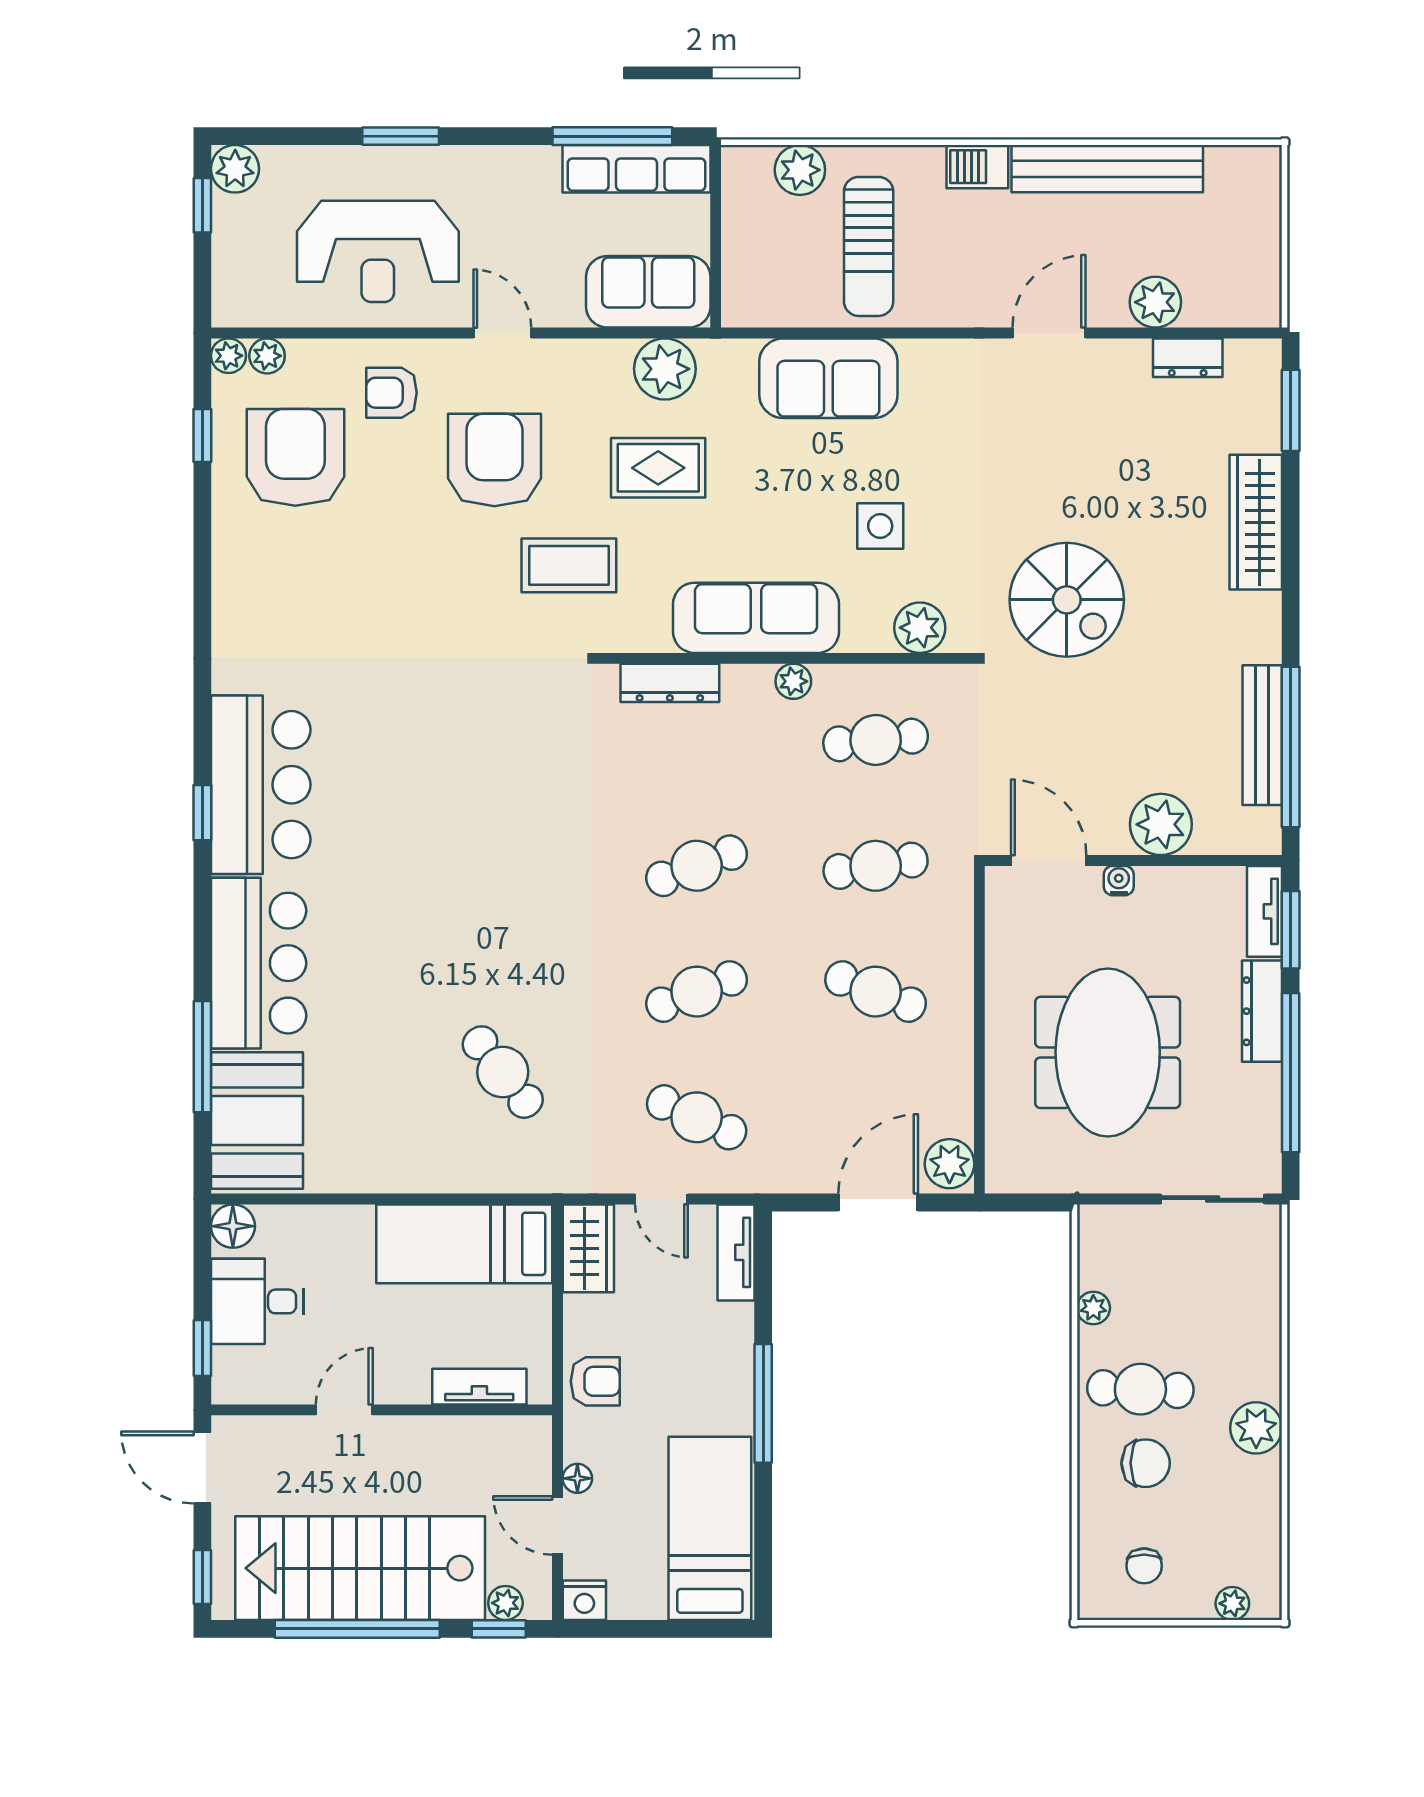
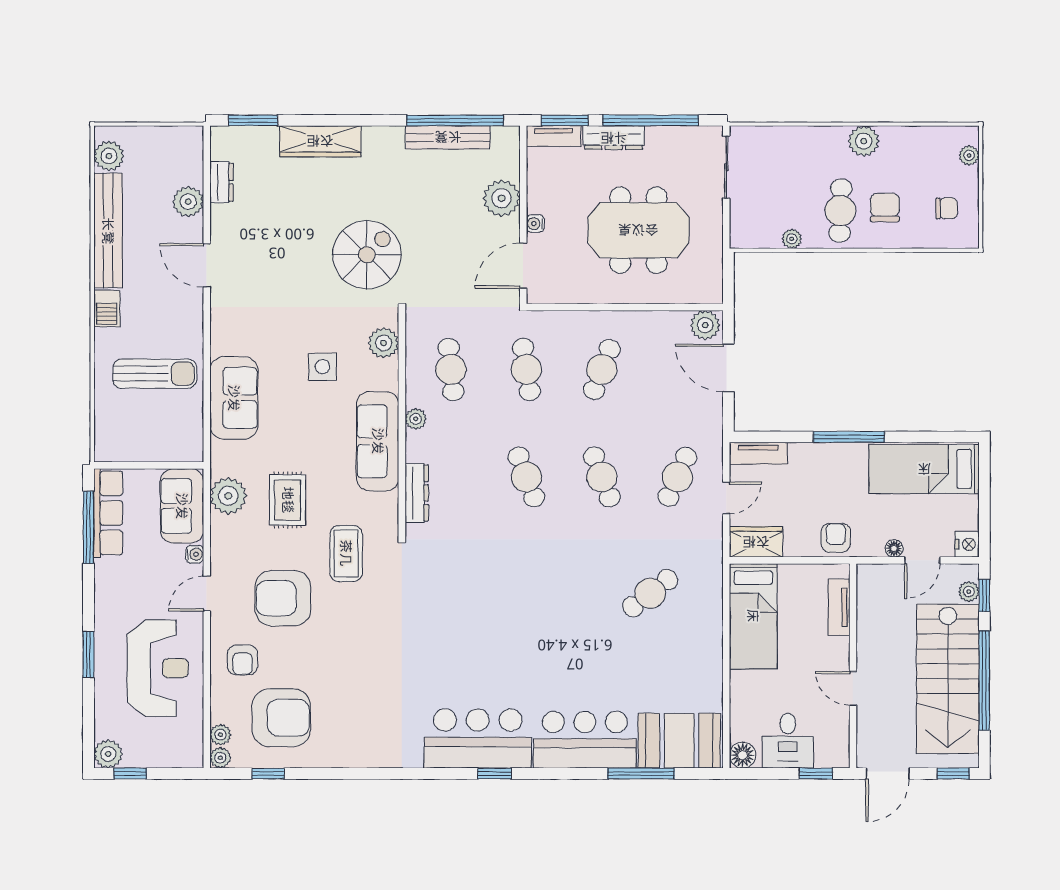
plant: (800, 170) -> (109, 156), moved
water cooler: (568, 313) -> (195, 554), added
armchair: (295, 457) -> (281, 718), turned 180

